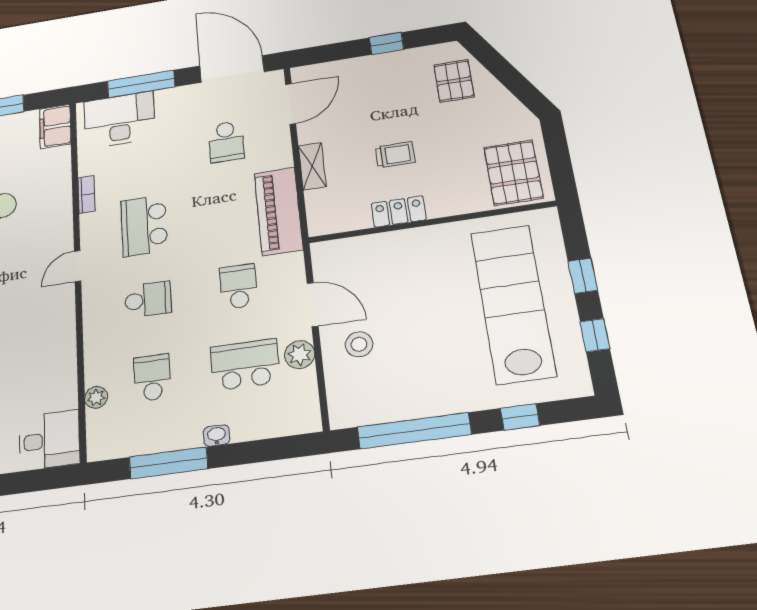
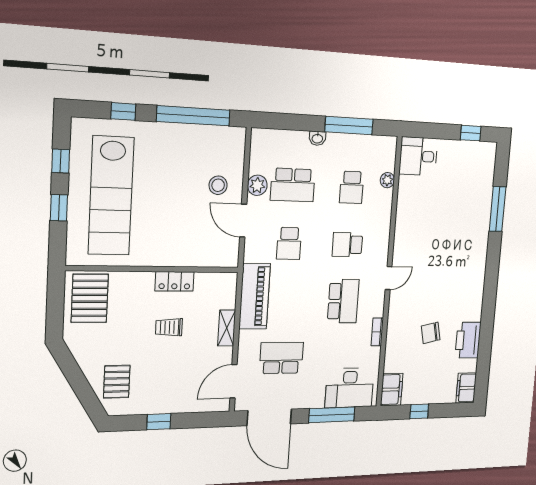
school desk: (226, 142) -> (281, 358), width x1.85

